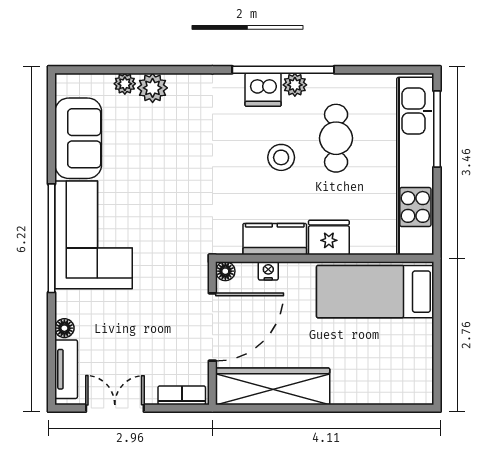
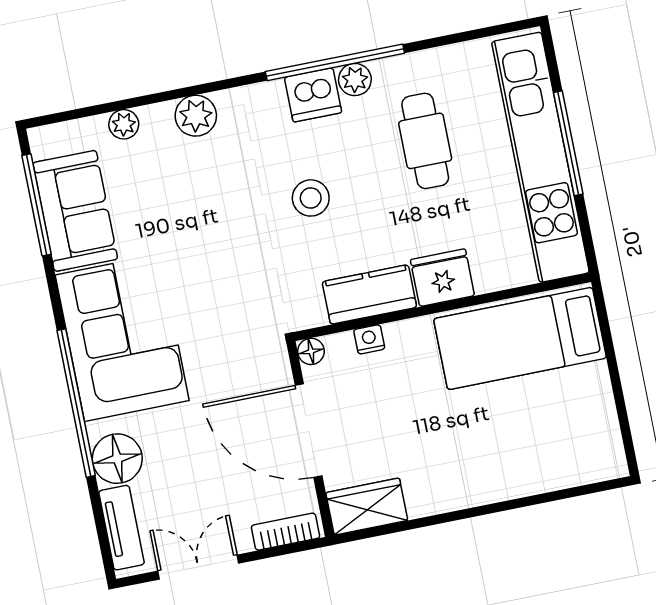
plant: (153, 88) -> (196, 116), moved
window: (52, 129) -> (37, 205), added
window: (437, 129) -> (568, 143), moved
stool: (281, 157) -> (311, 198), moved
window: (52, 238) -> (76, 403), moved
door: (212, 327) -> (309, 431), swing flipped
floor lamp: (64, 328) -> (117, 459), width x1.89, depth x1.89
wardrobe: (273, 386) -> (367, 507), width x0.48, depth x0.85

